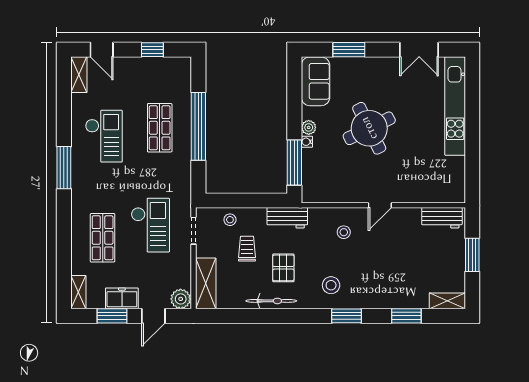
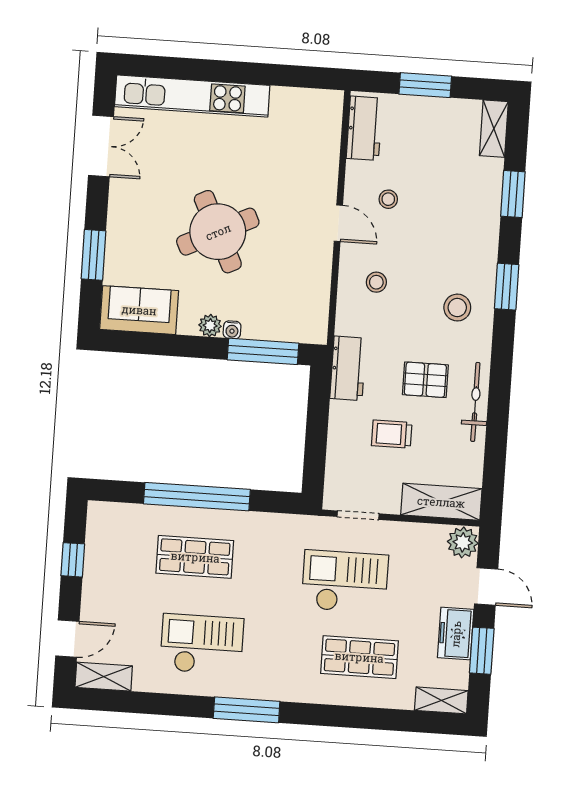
stool: (230, 220) -> (388, 199), moved

